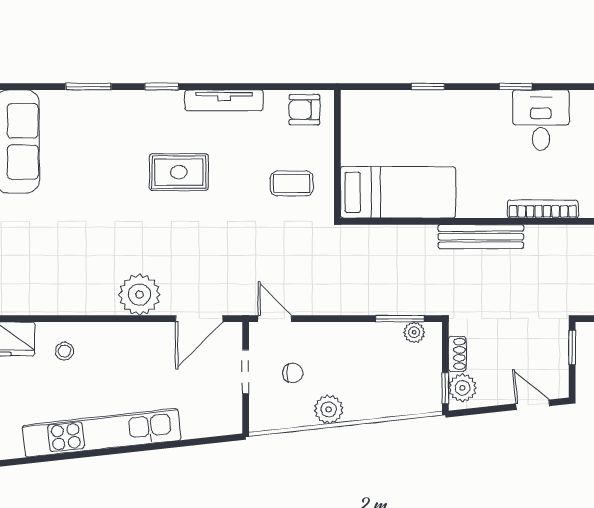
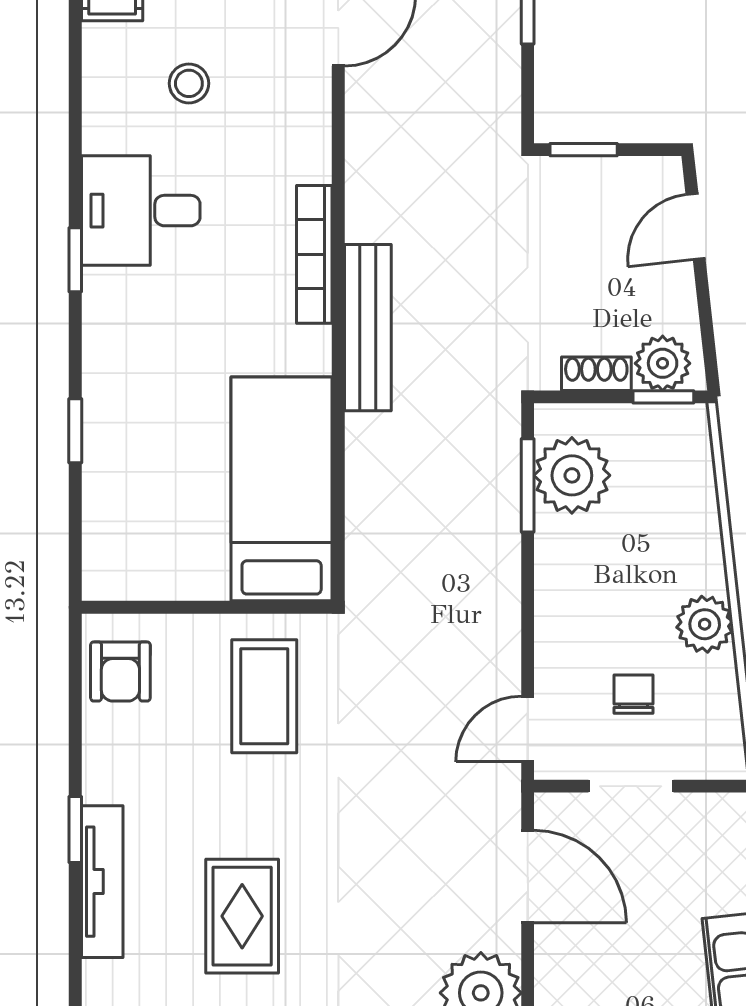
window: (162, 87) -> (75, 830), moved
tv unit: (224, 100) -> (102, 882), moved
coffee table: (292, 183) -> (264, 696), width x1.36, depth x1.30
bookcase: (543, 209) -> (314, 254), moved
plant: (414, 332) -> (572, 475), width x1.87, depth x1.87

